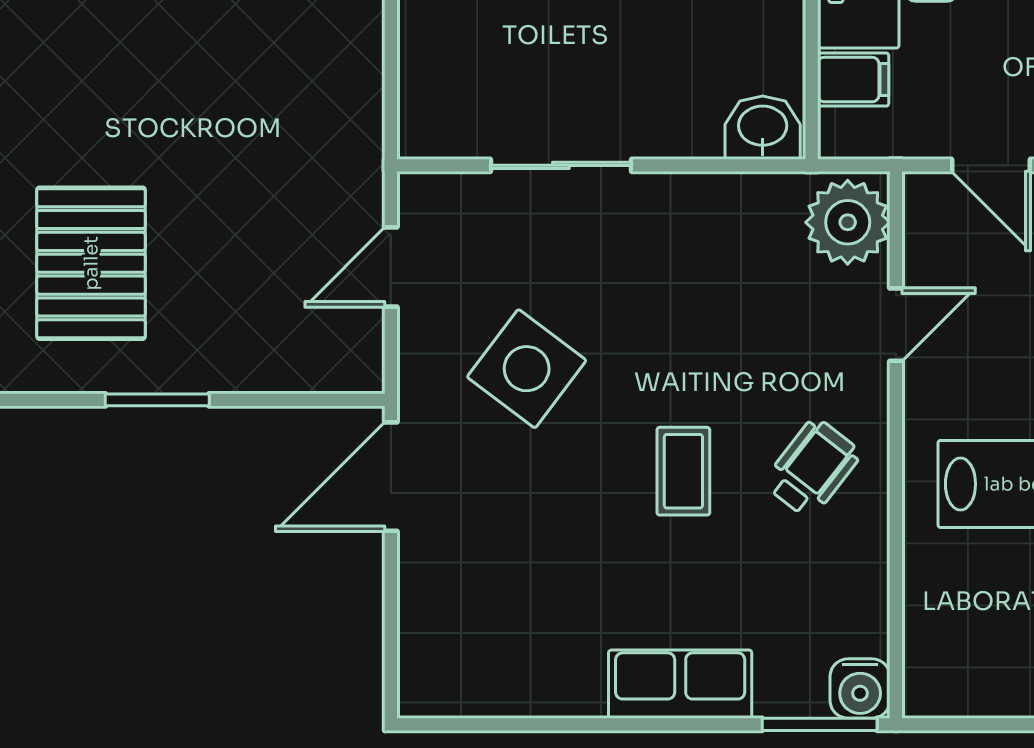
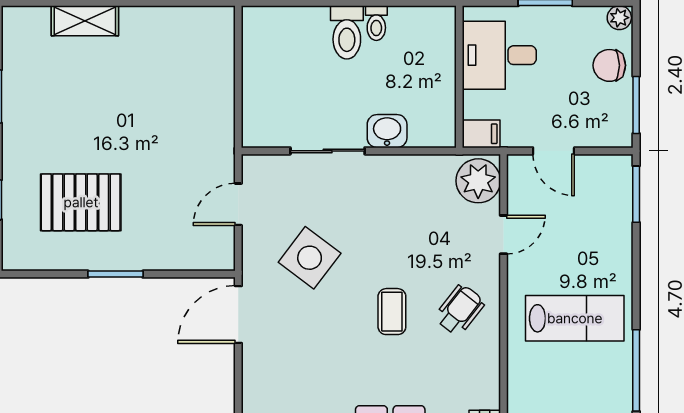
filing cabinet: (853, 80) -> (481, 134), moved
washbasin: (763, 128) -> (387, 131), moved
pallet: (91, 263) -> (81, 202), turned 90

